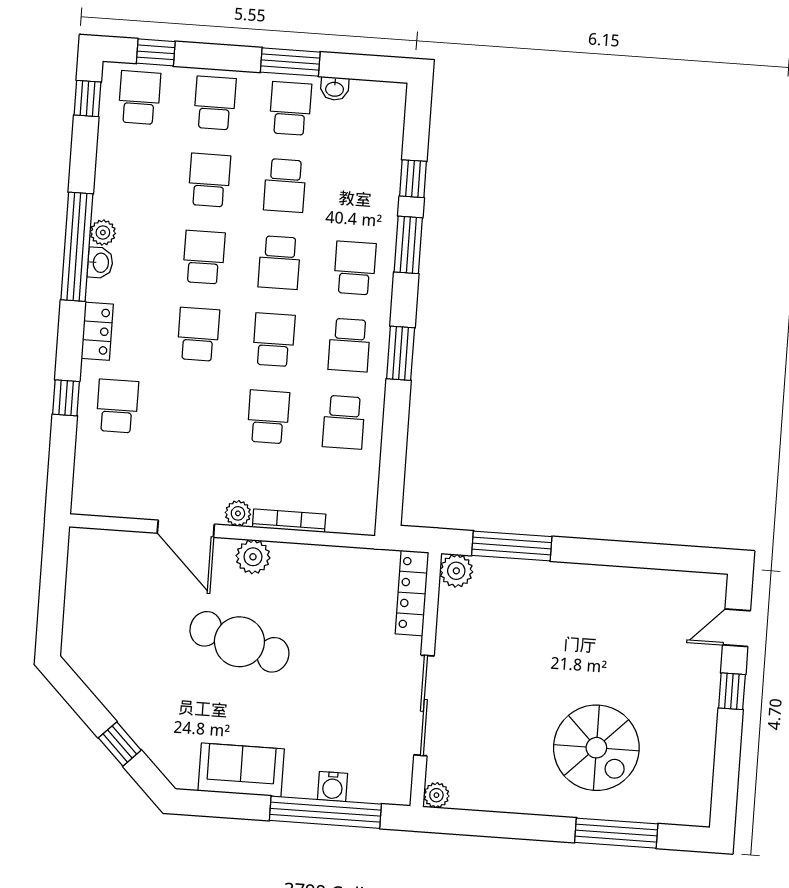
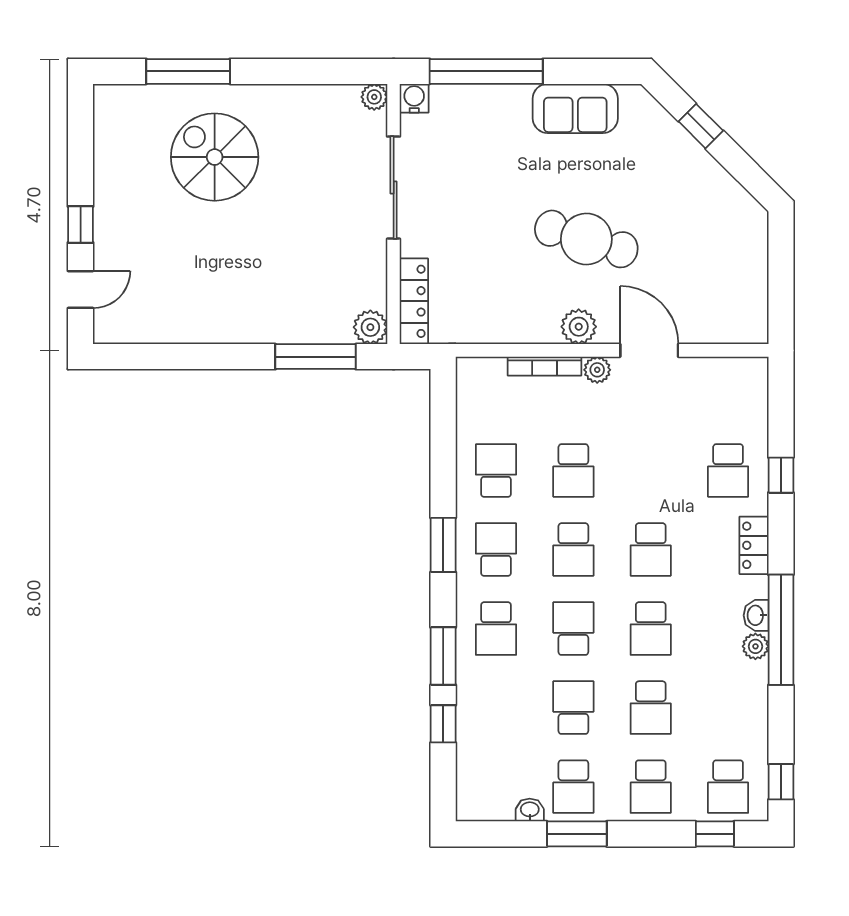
water cooler: (333, 786) -> (414, 98), moved

